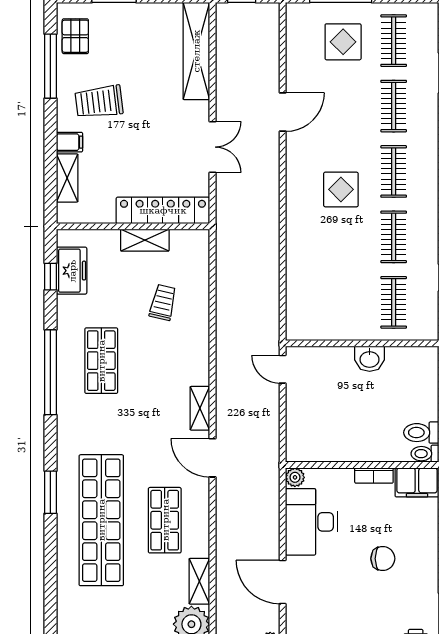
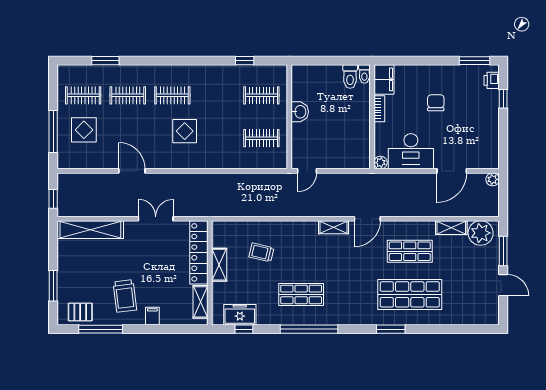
shelving: (67, 178) -> (200, 302), moved, turned 90
clothes rail: (394, 237) -> (261, 138), moved
shop shelf: (101, 520) -> (410, 294), width x0.71

